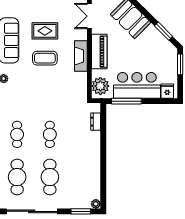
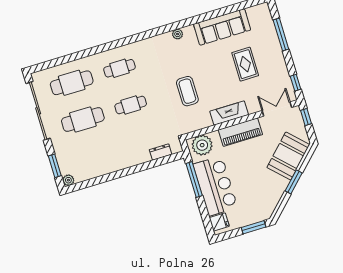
window: (164, 31) -> (294, 182), moved
coffee table: (45, 58) -> (187, 91), moved

